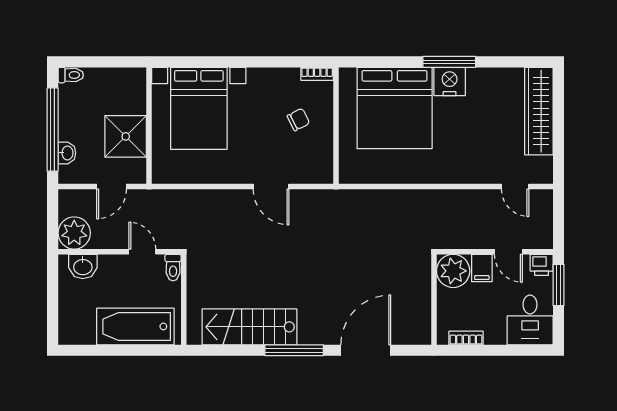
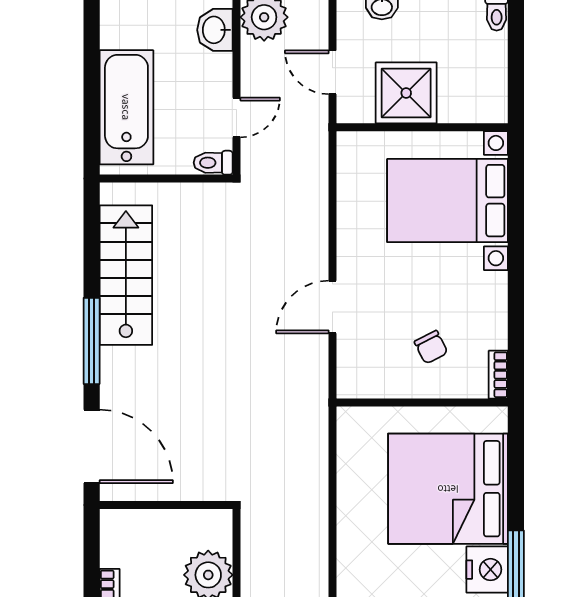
wall: (434, 300) -> (166, 505), moved

